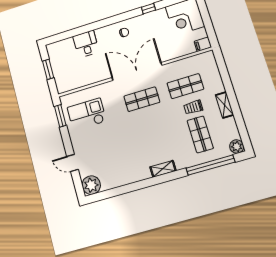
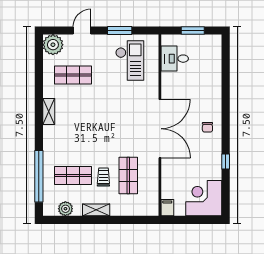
desk: (86, 44) -> (175, 59), moved, turned 180
shop shelf: (142, 99) -> (73, 75), moved, turned 90
window: (60, 116) -> (120, 31), moved
plant: (237, 147) -> (65, 209), moved
shelving: (163, 169) -> (49, 112), moved

